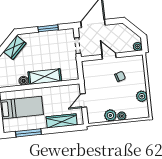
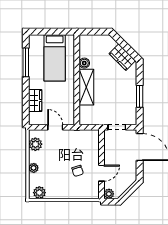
door: (109, 56) -> (101, 173), moved
plant: (142, 96) -> (39, 193), moved
plant: (110, 115) -> (35, 144), moved
wardrobe: (62, 121) -> (35, 101), width x0.67

